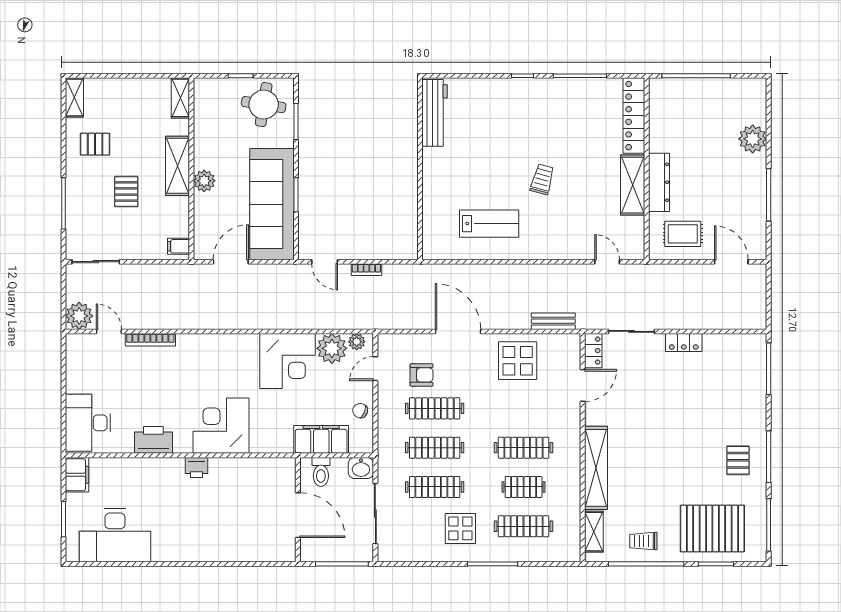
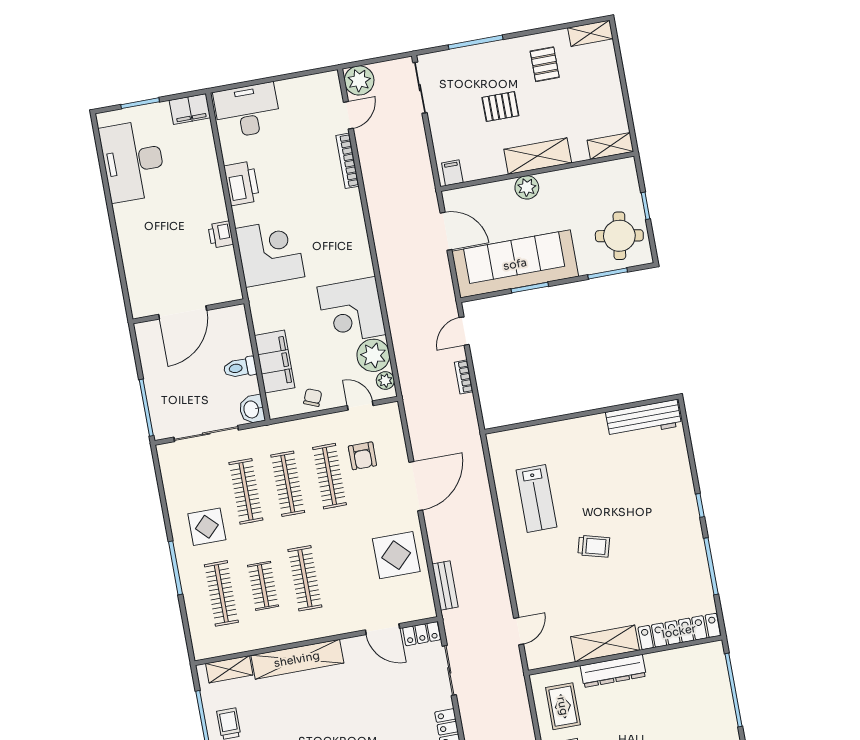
wall: (298, 510) -> (188, 311), moved
door: (298, 515) -> (183, 312), moved

